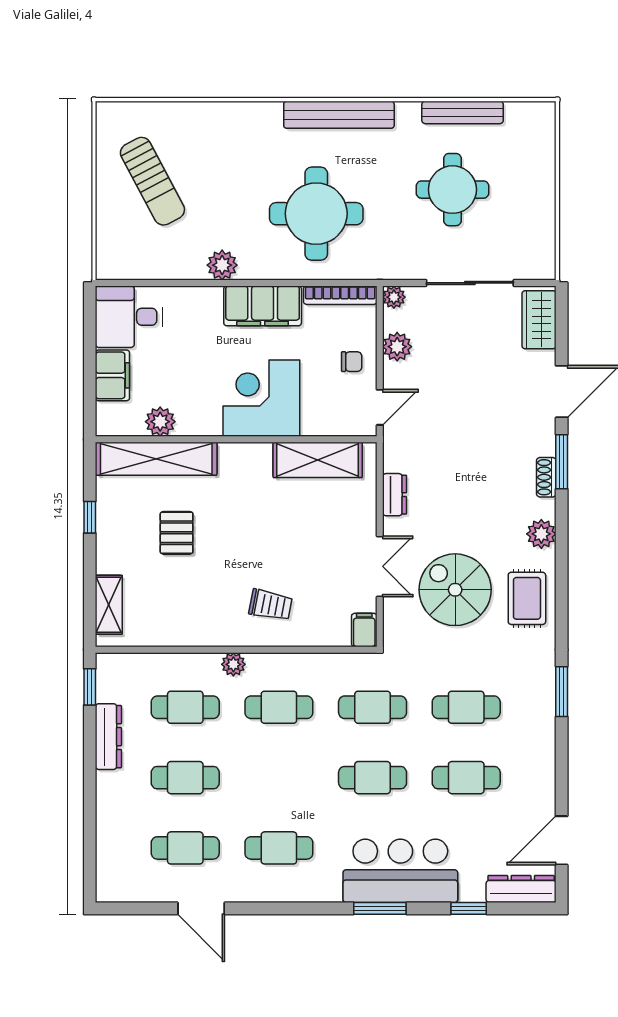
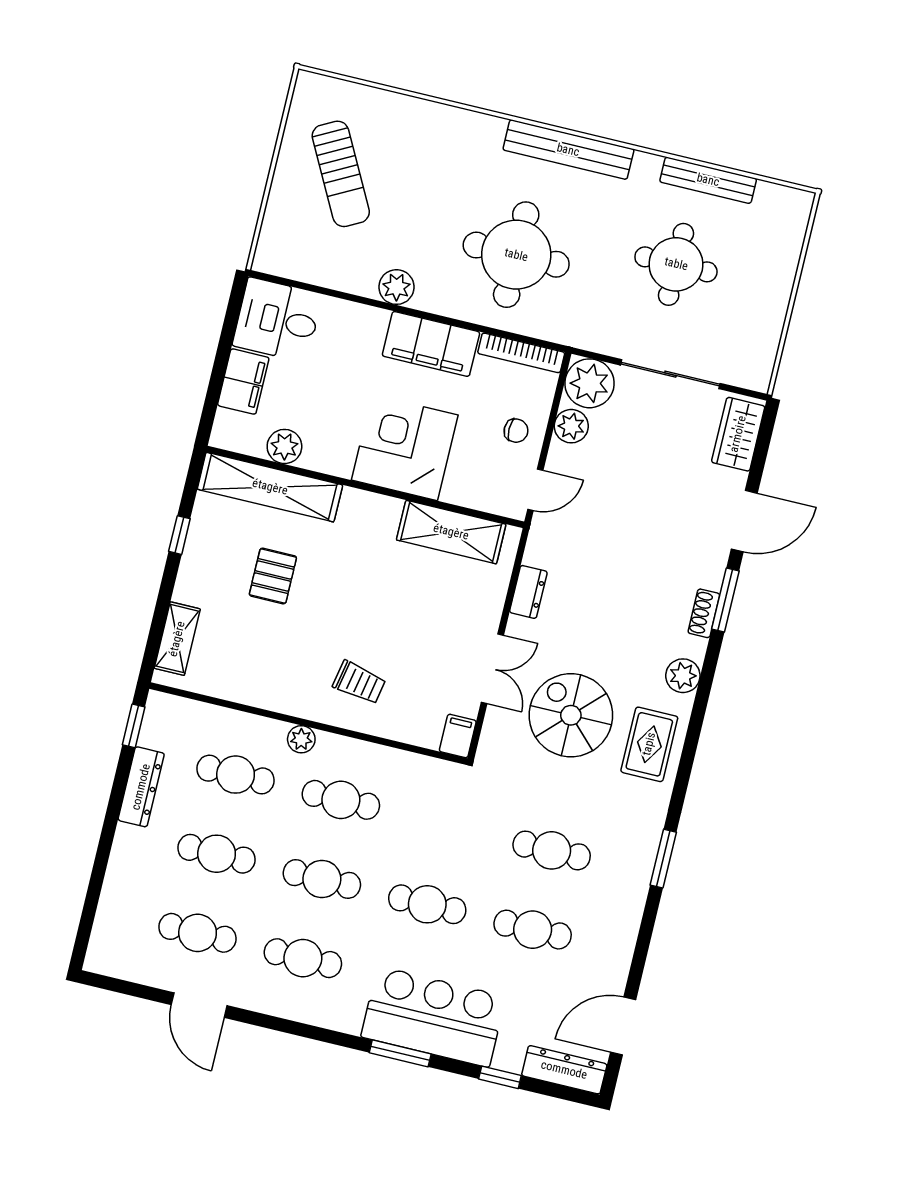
plant: (394, 297) -> (589, 383), width x1.87, depth x1.87
cafe table: (373, 707) -> (322, 879), moved

